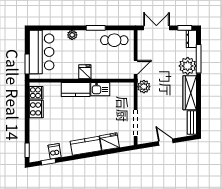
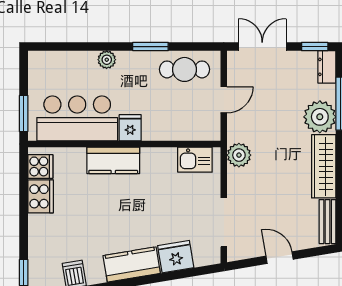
bar counter: (42, 52) -> (77, 118), moved, turned -90
door: (136, 67) -> (224, 100), moved
kitchen sink: (100, 89) -> (195, 160), moved

